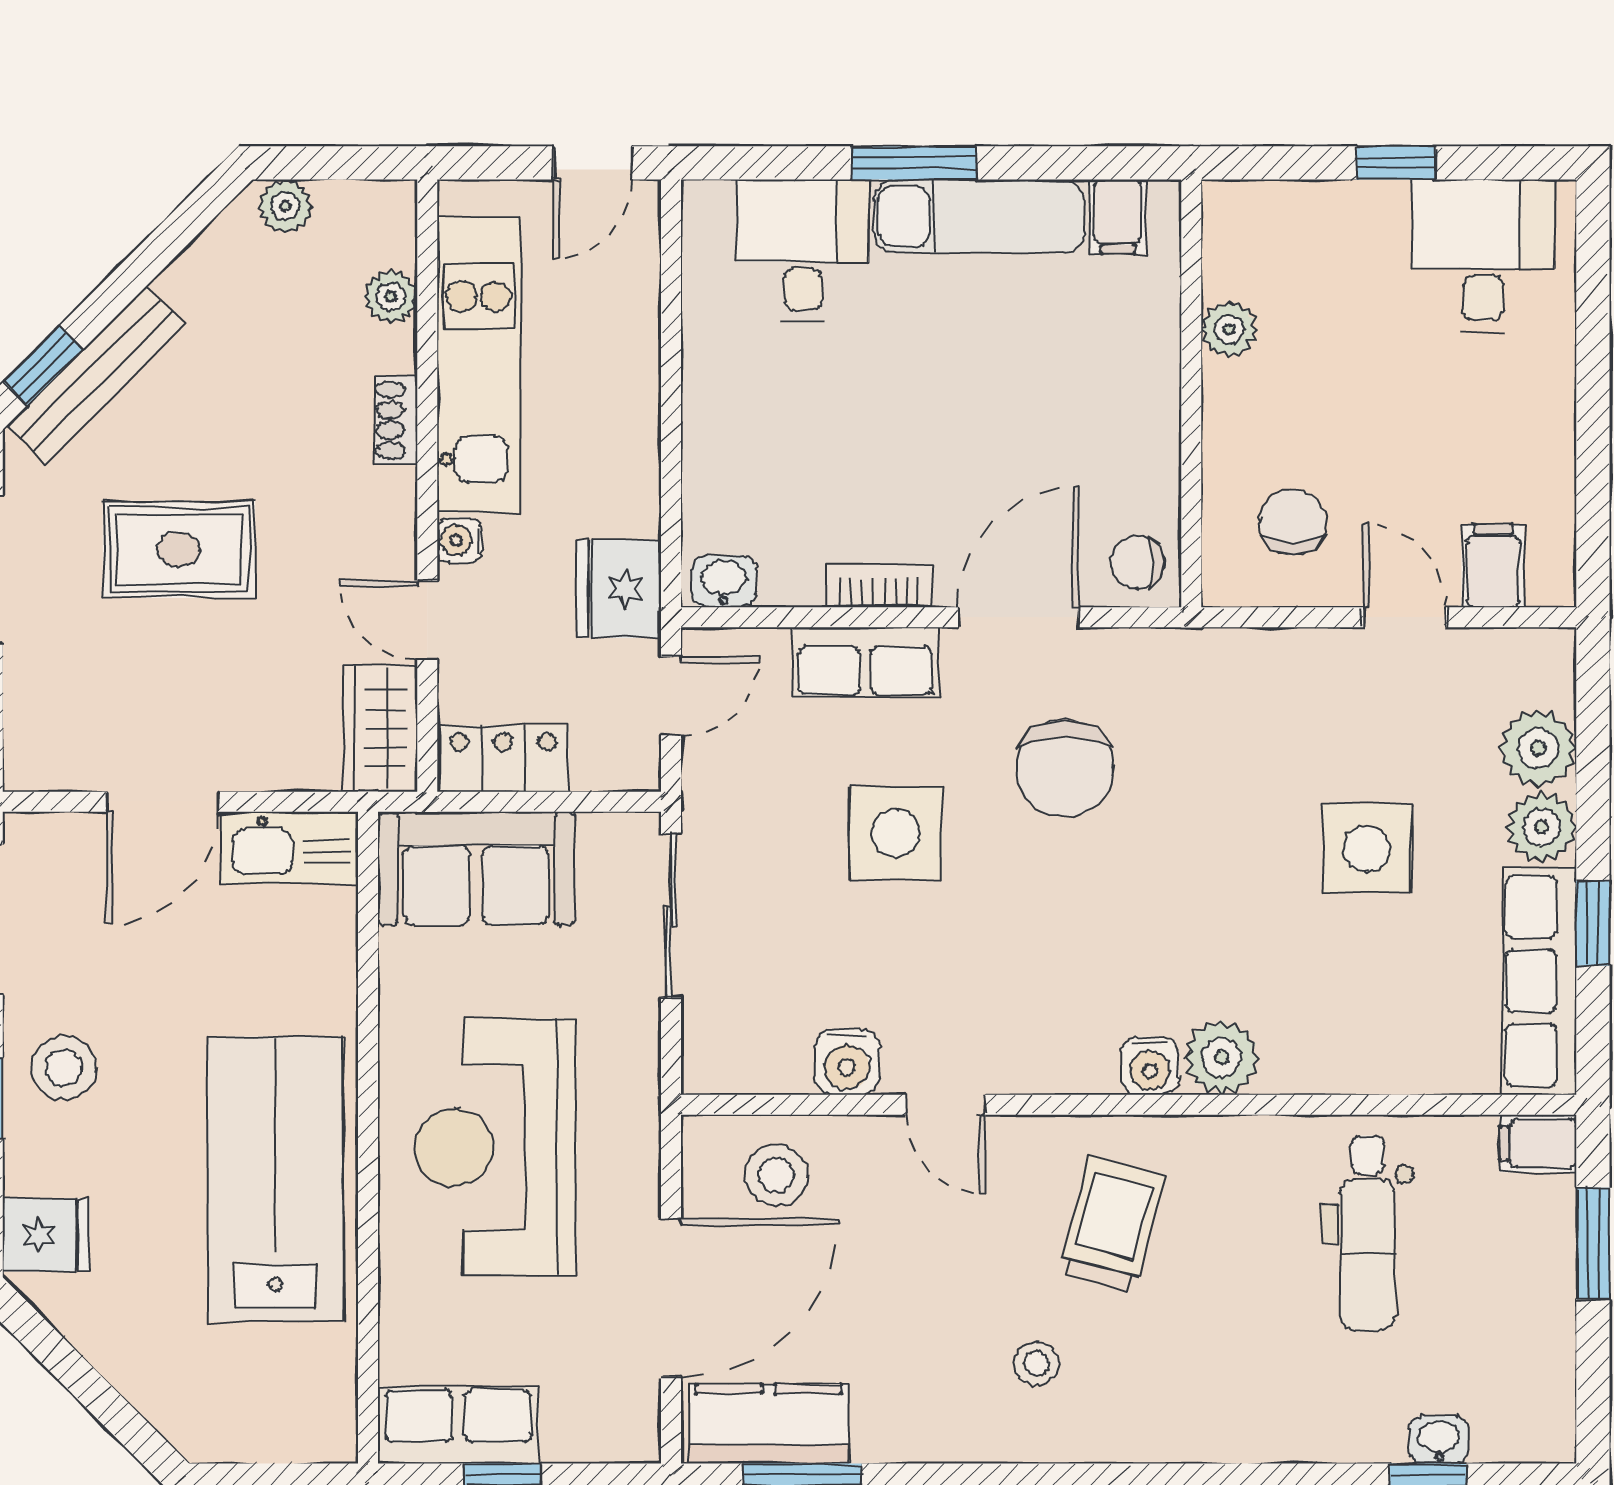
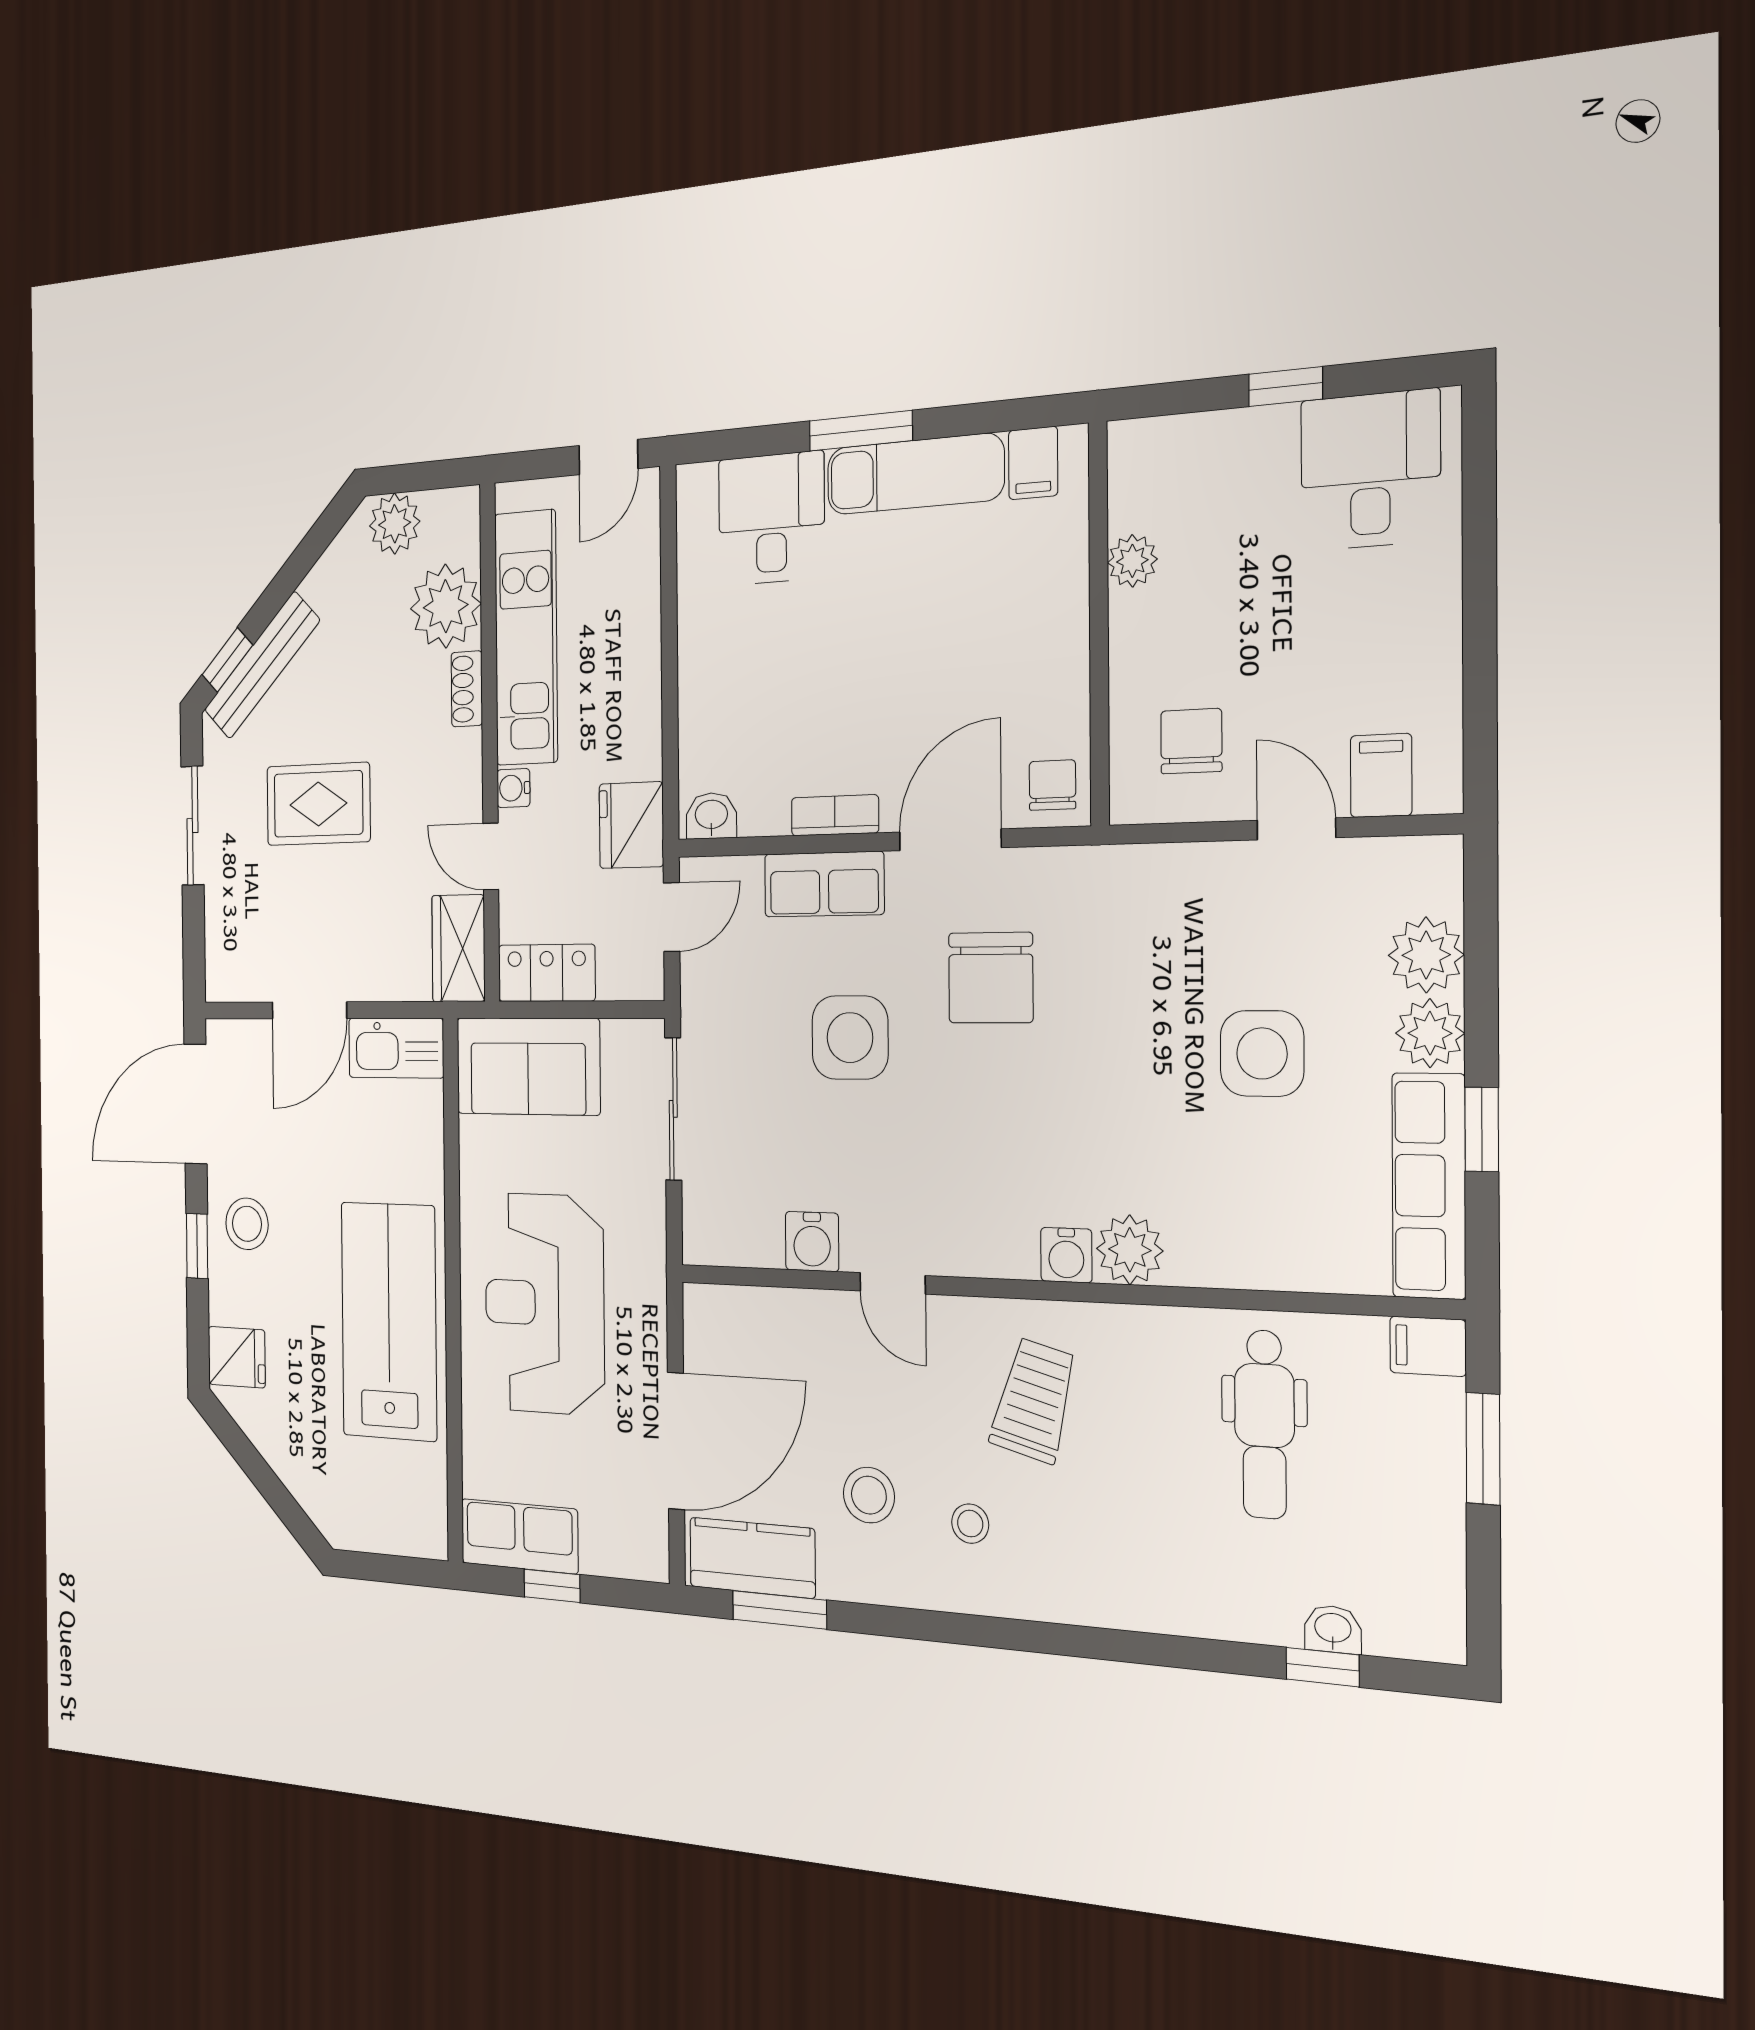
plant: (285, 206) -> (395, 524), width x1.38, depth x1.38
plant: (391, 297) -> (446, 606), width x1.88, depth x1.88
chair: (1138, 562) -> (1052, 785), turned 90
stool: (776, 1175) -> (869, 1495), moved

